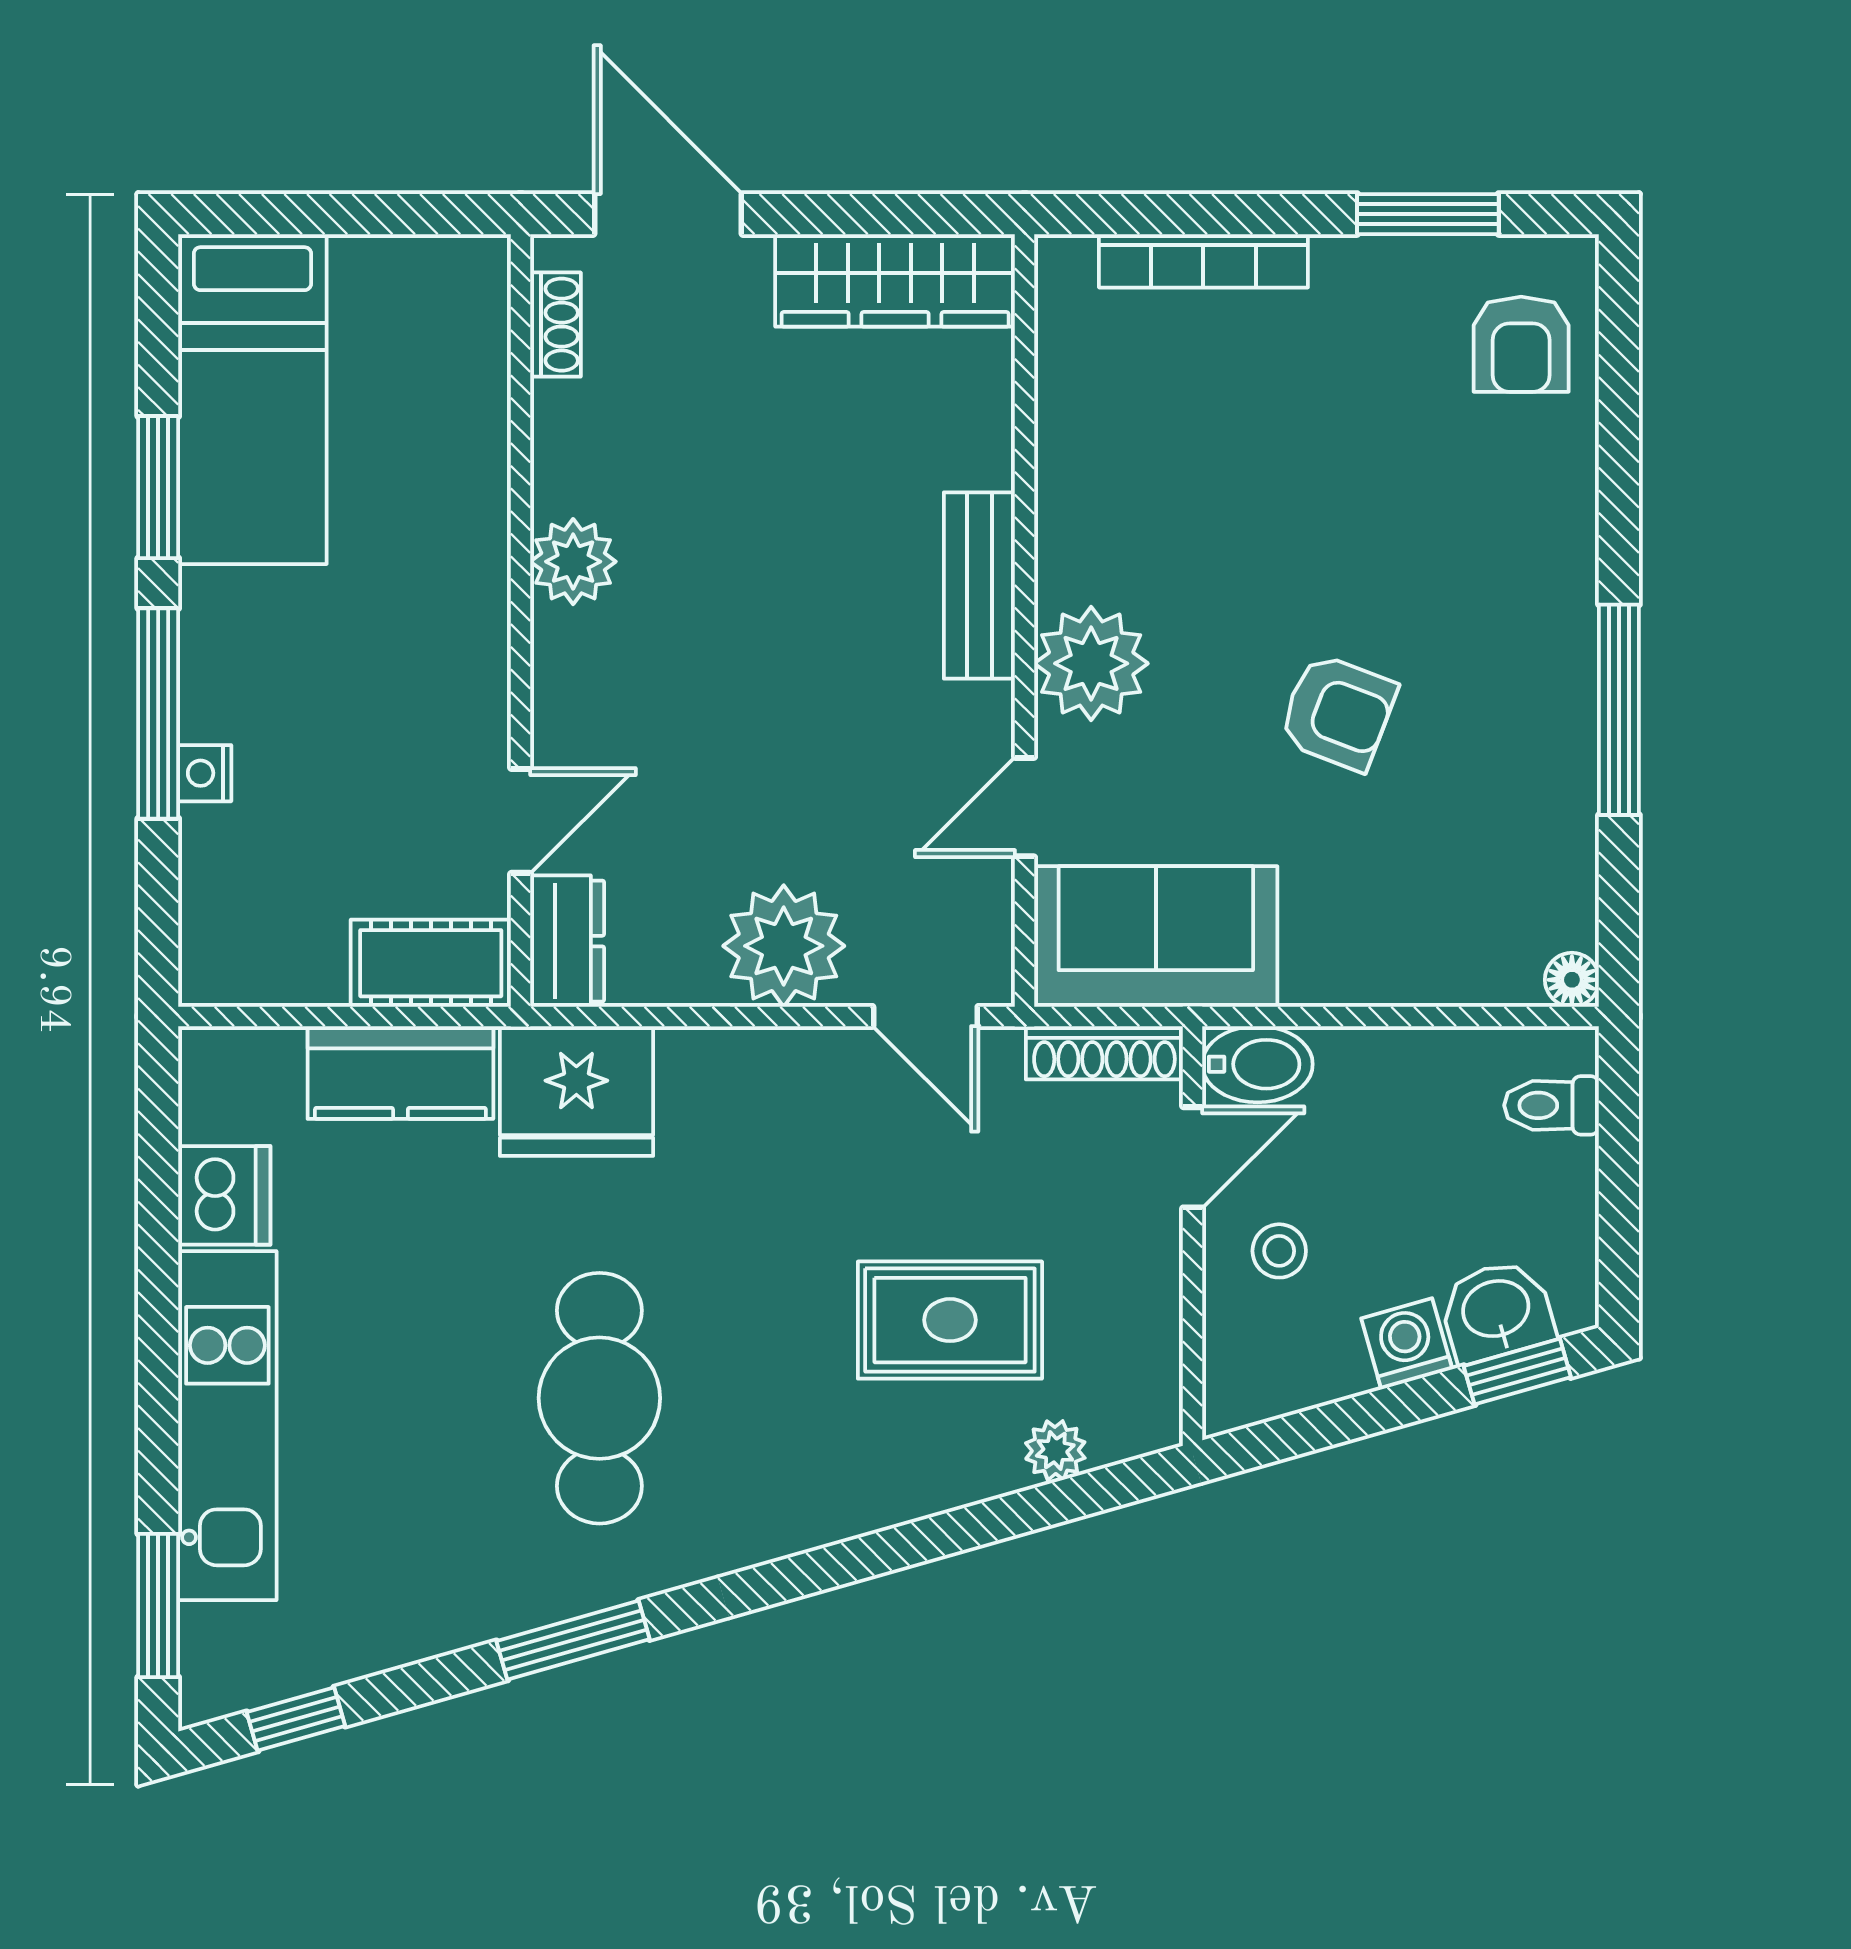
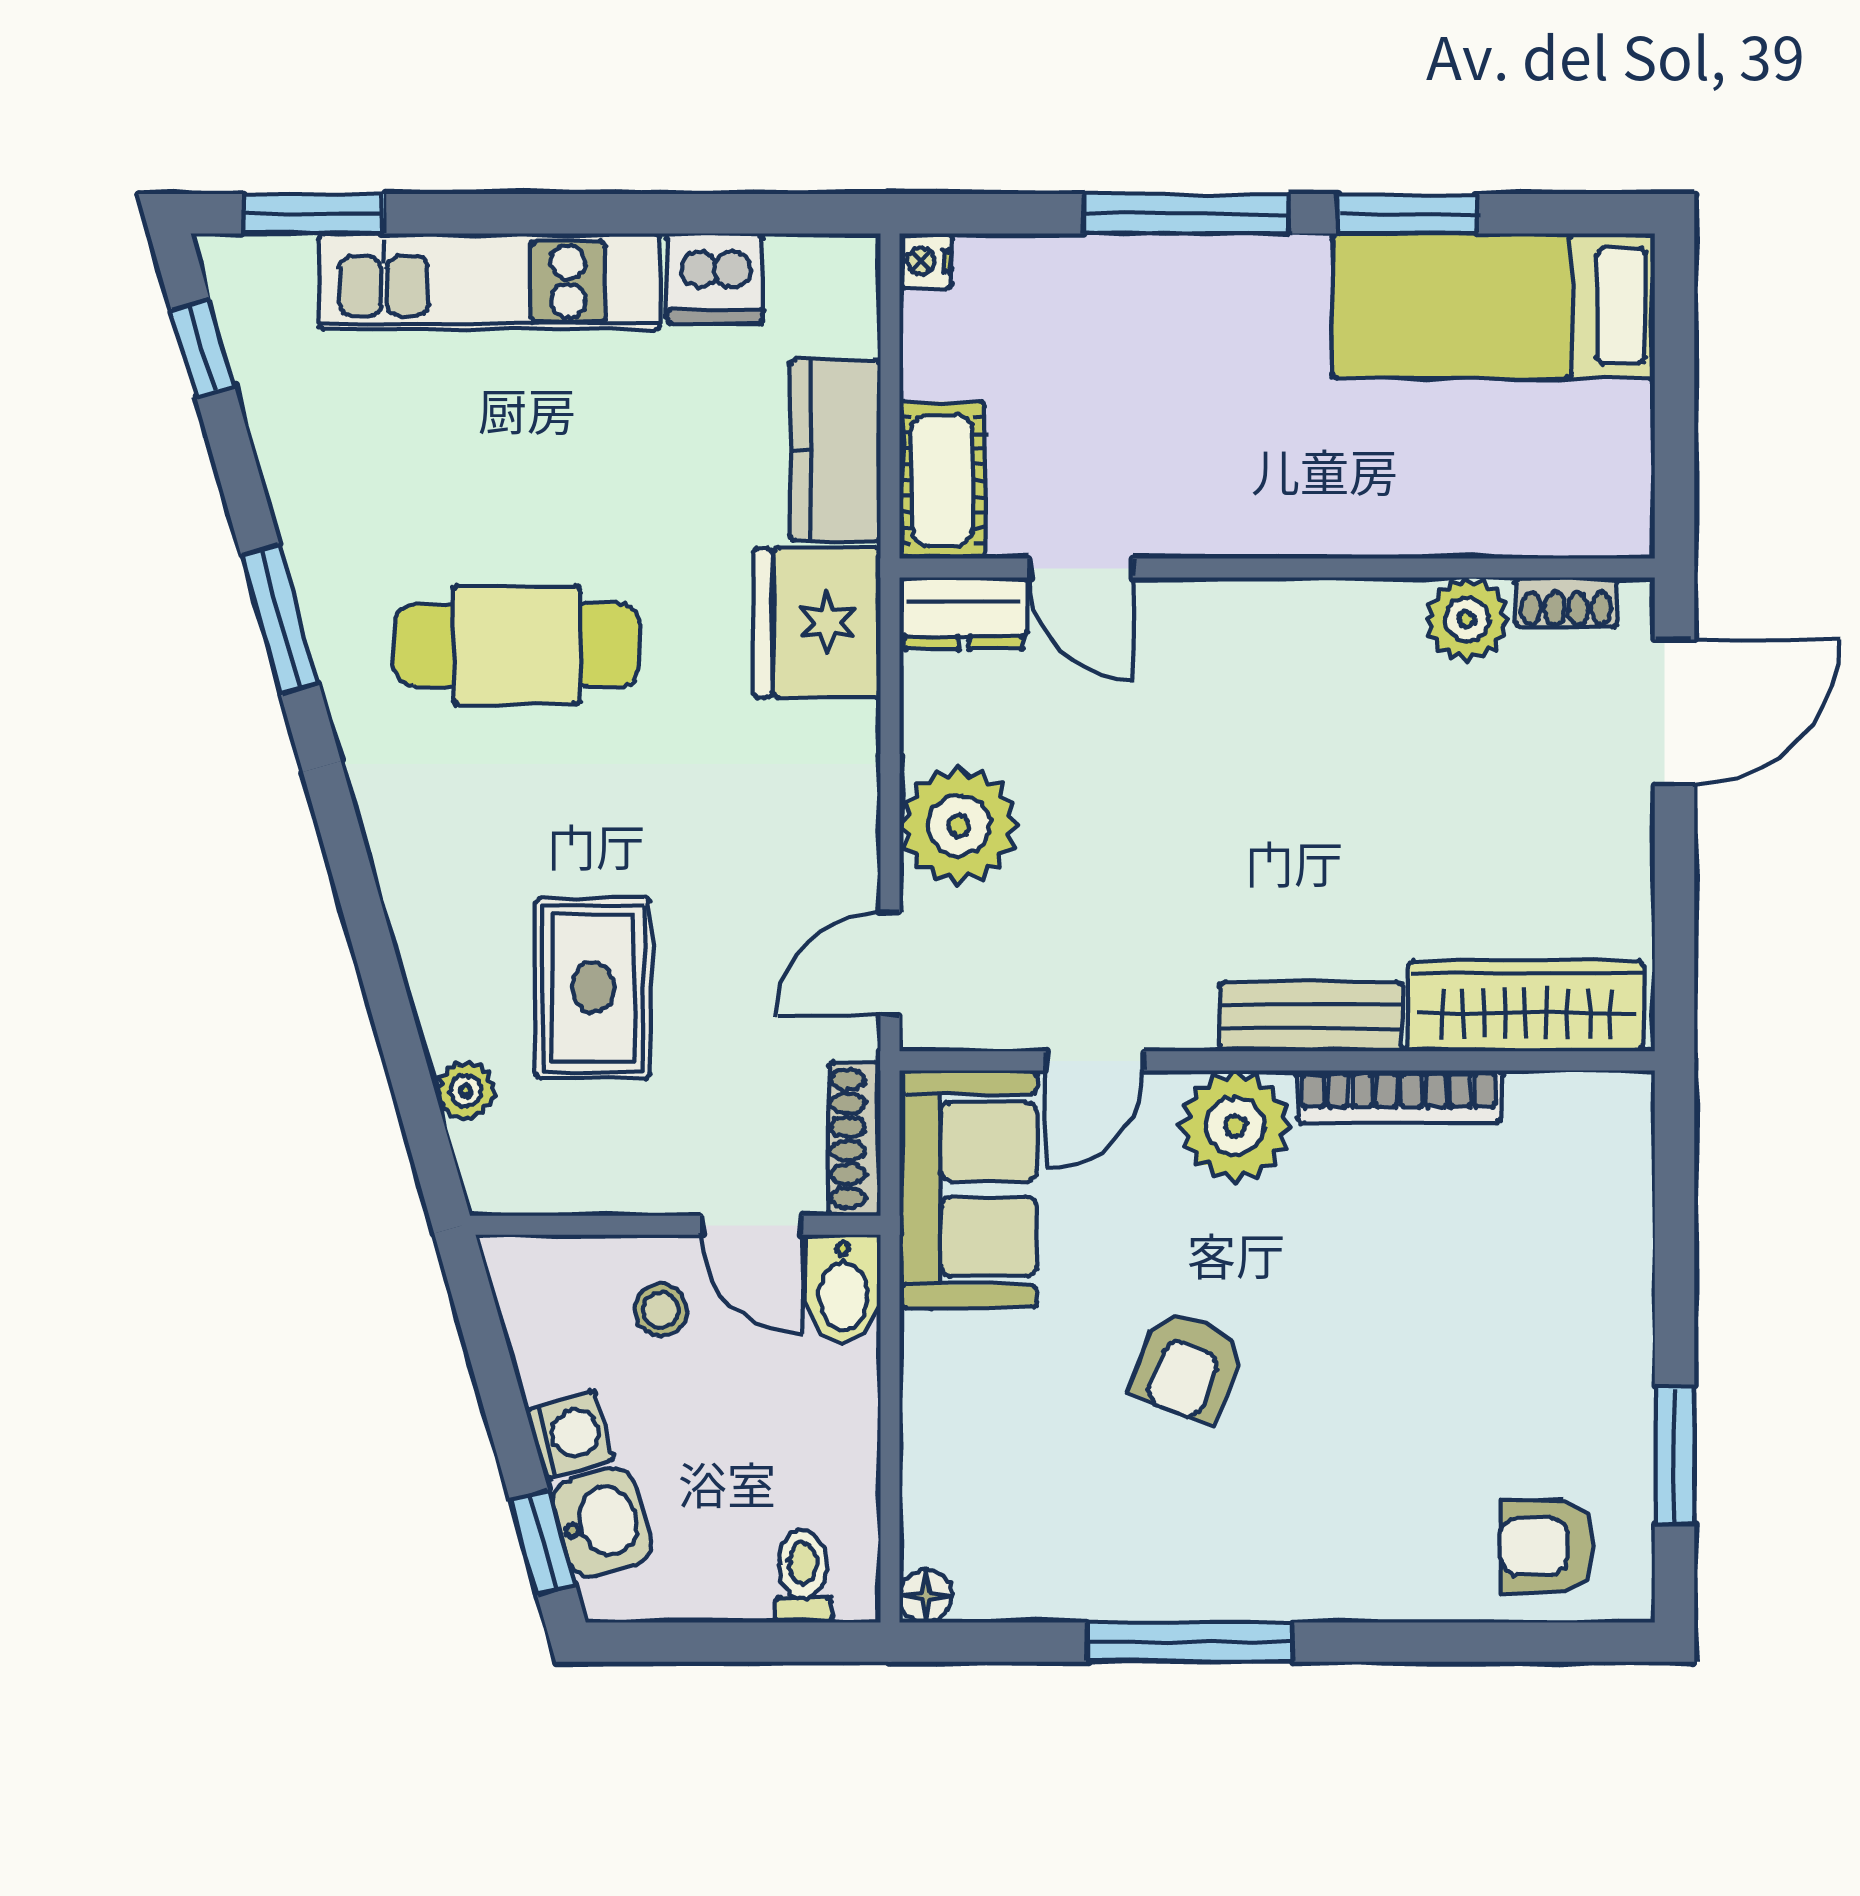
bookcase: (1203, 261) -> (1399, 1096), moved, turned -90
wardrobe: (895, 280) -> (1526, 1006), moved, turned 90
plant: (573, 562) -> (1467, 619), moved
nightstand: (205, 773) -> (925, 261), moved, turned -90
door: (1025, 807) -> (1095, 1061), swing flipped

